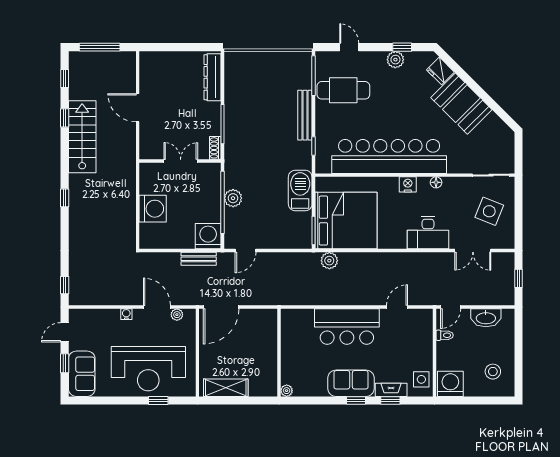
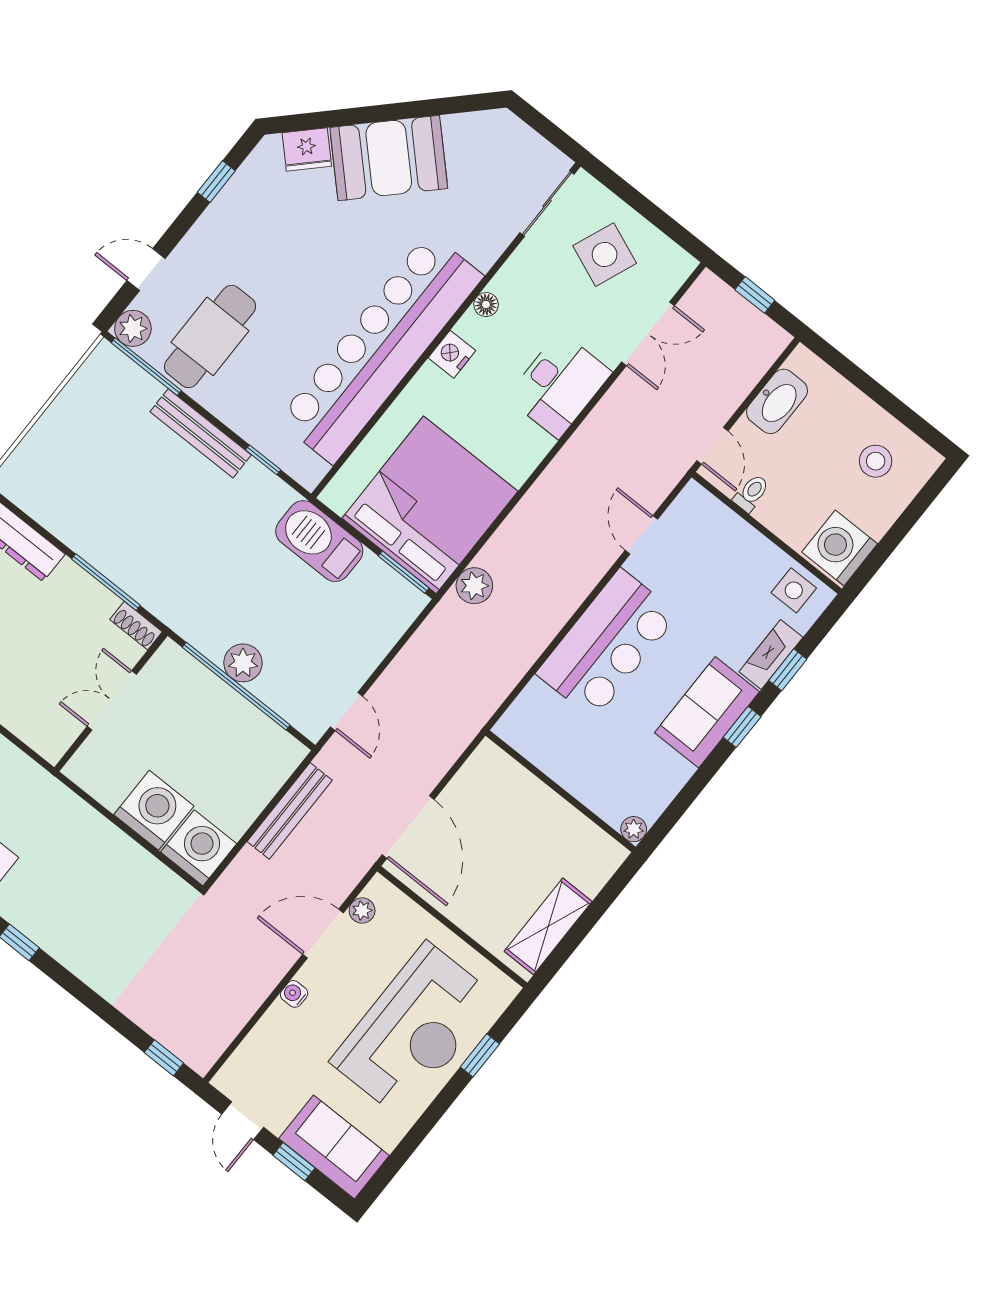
plant: (395, 60) -> (133, 328), moved
washing machine: (208, 236) -> (199, 848), moved, turned 90
bench: (199, 259) -> (290, 811), width x1.36

